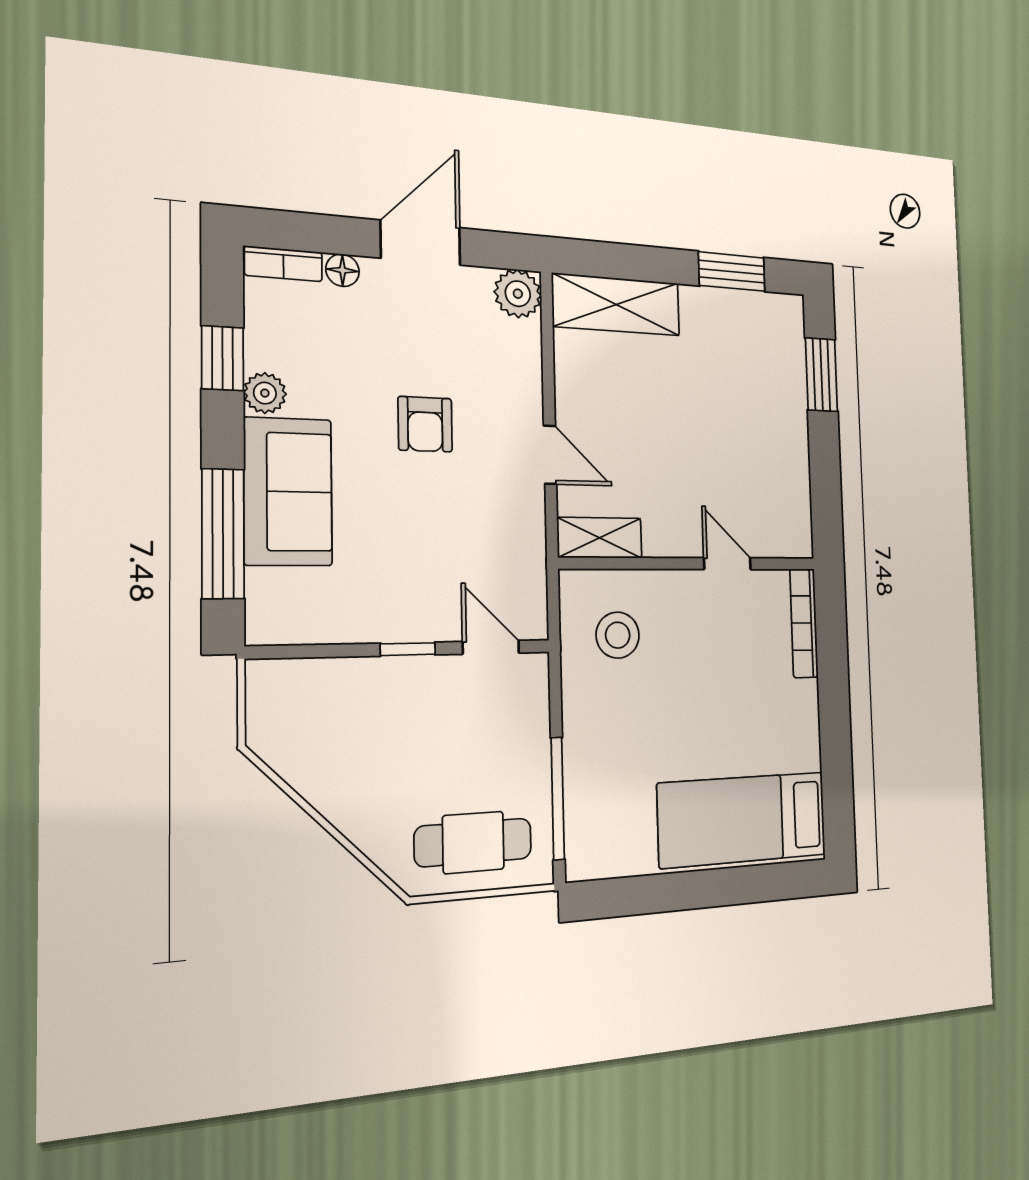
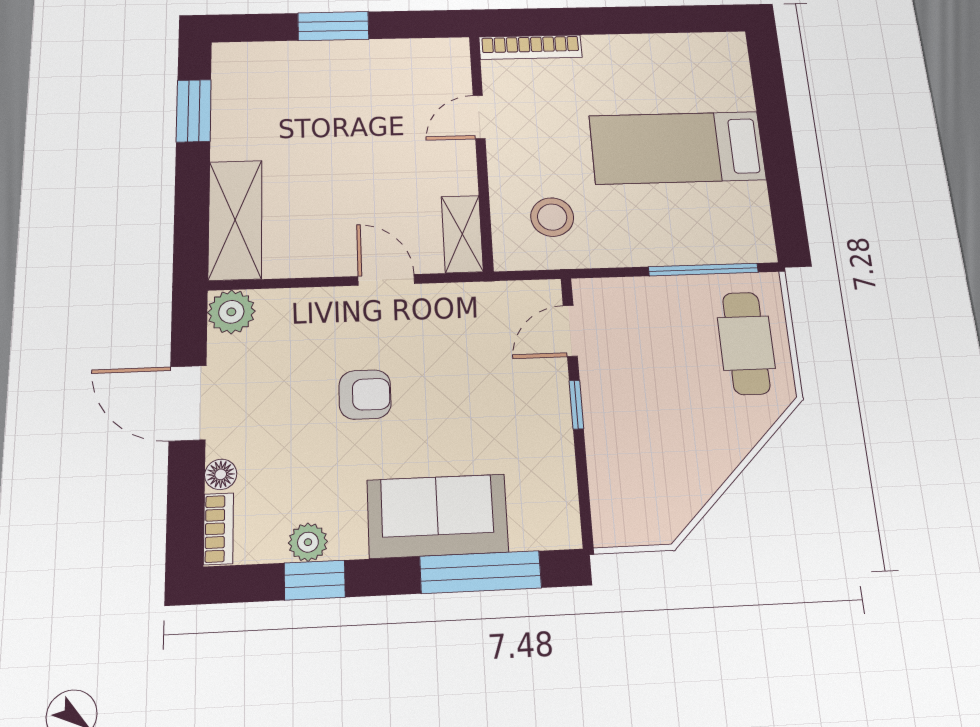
window: (821, 375) -> (333, 26), moved
plant: (265, 393) -> (308, 542), moved
door: (550, 455) -> (386, 280), hinge flipped
bed: (743, 819) -> (677, 148), moved, turned 90

